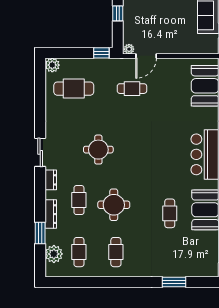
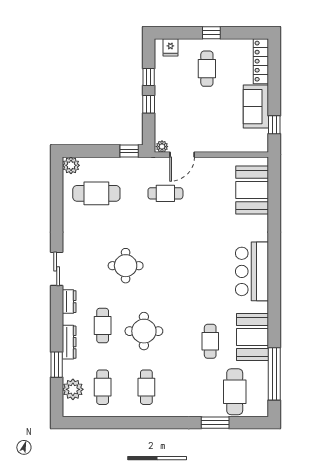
cafe table: (190, 256) -> (235, 392), added

